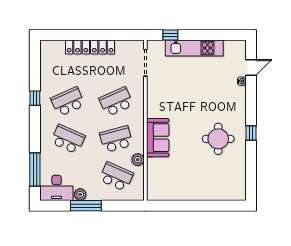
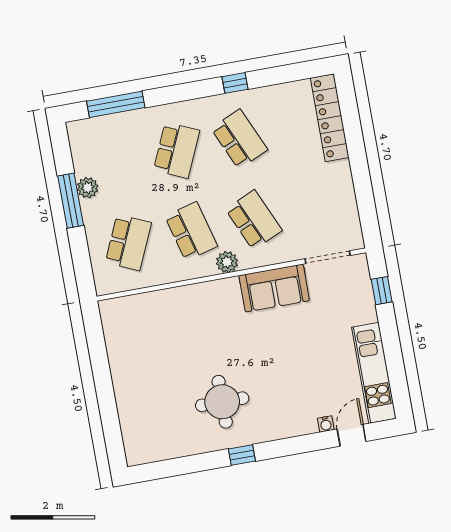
locker: (90, 47) -> (330, 118), moved
kitchen unit: (194, 48) -> (374, 373), moved
door: (251, 67) -> (352, 435), swing flipped
sofa: (158, 138) -> (274, 288), moved
plant: (138, 160) -> (227, 262), moved
desk: (57, 188) -> (91, 146), removed

